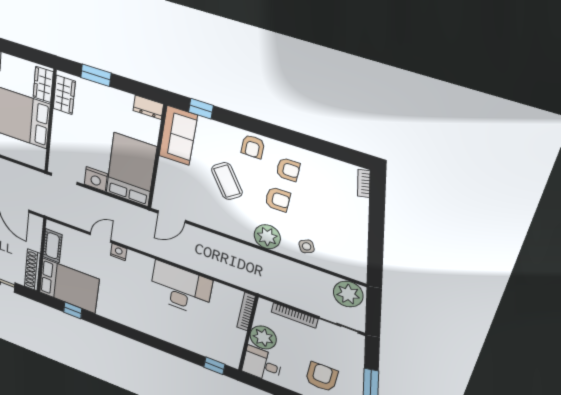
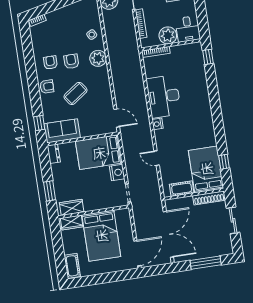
nightstand: (119, 252) -> (158, 124), moved

